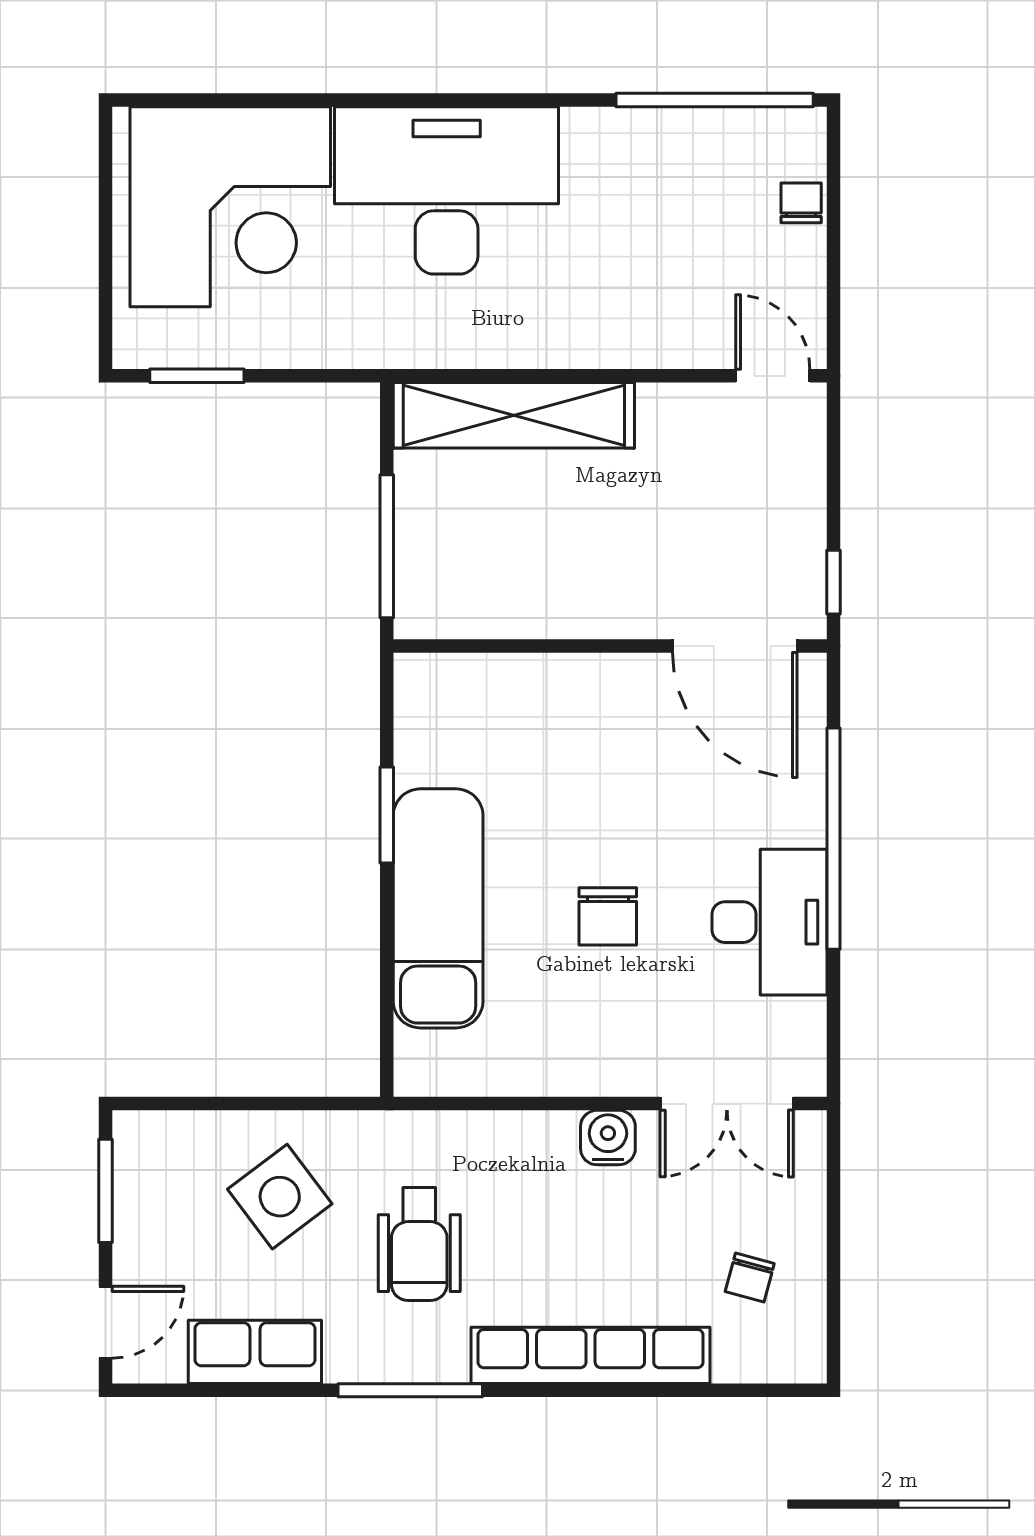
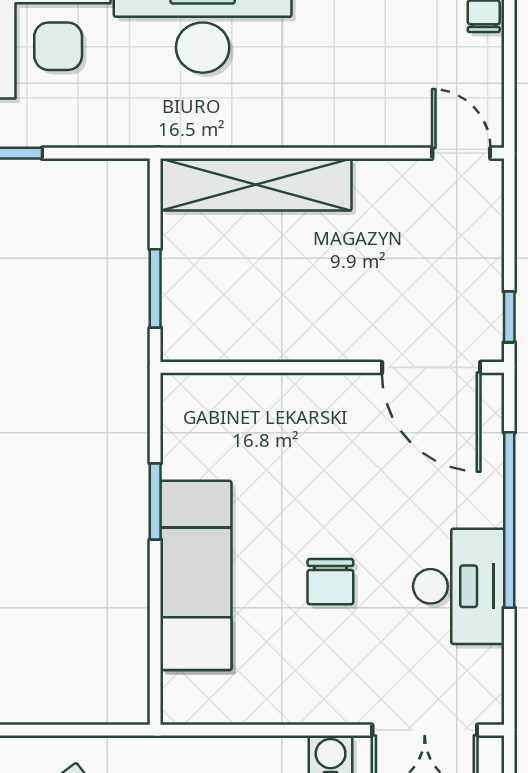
window: (387, 546) -> (155, 288), width x0.69

